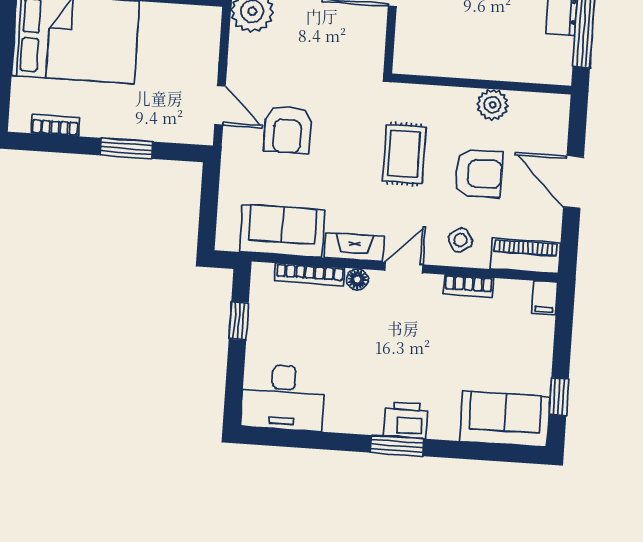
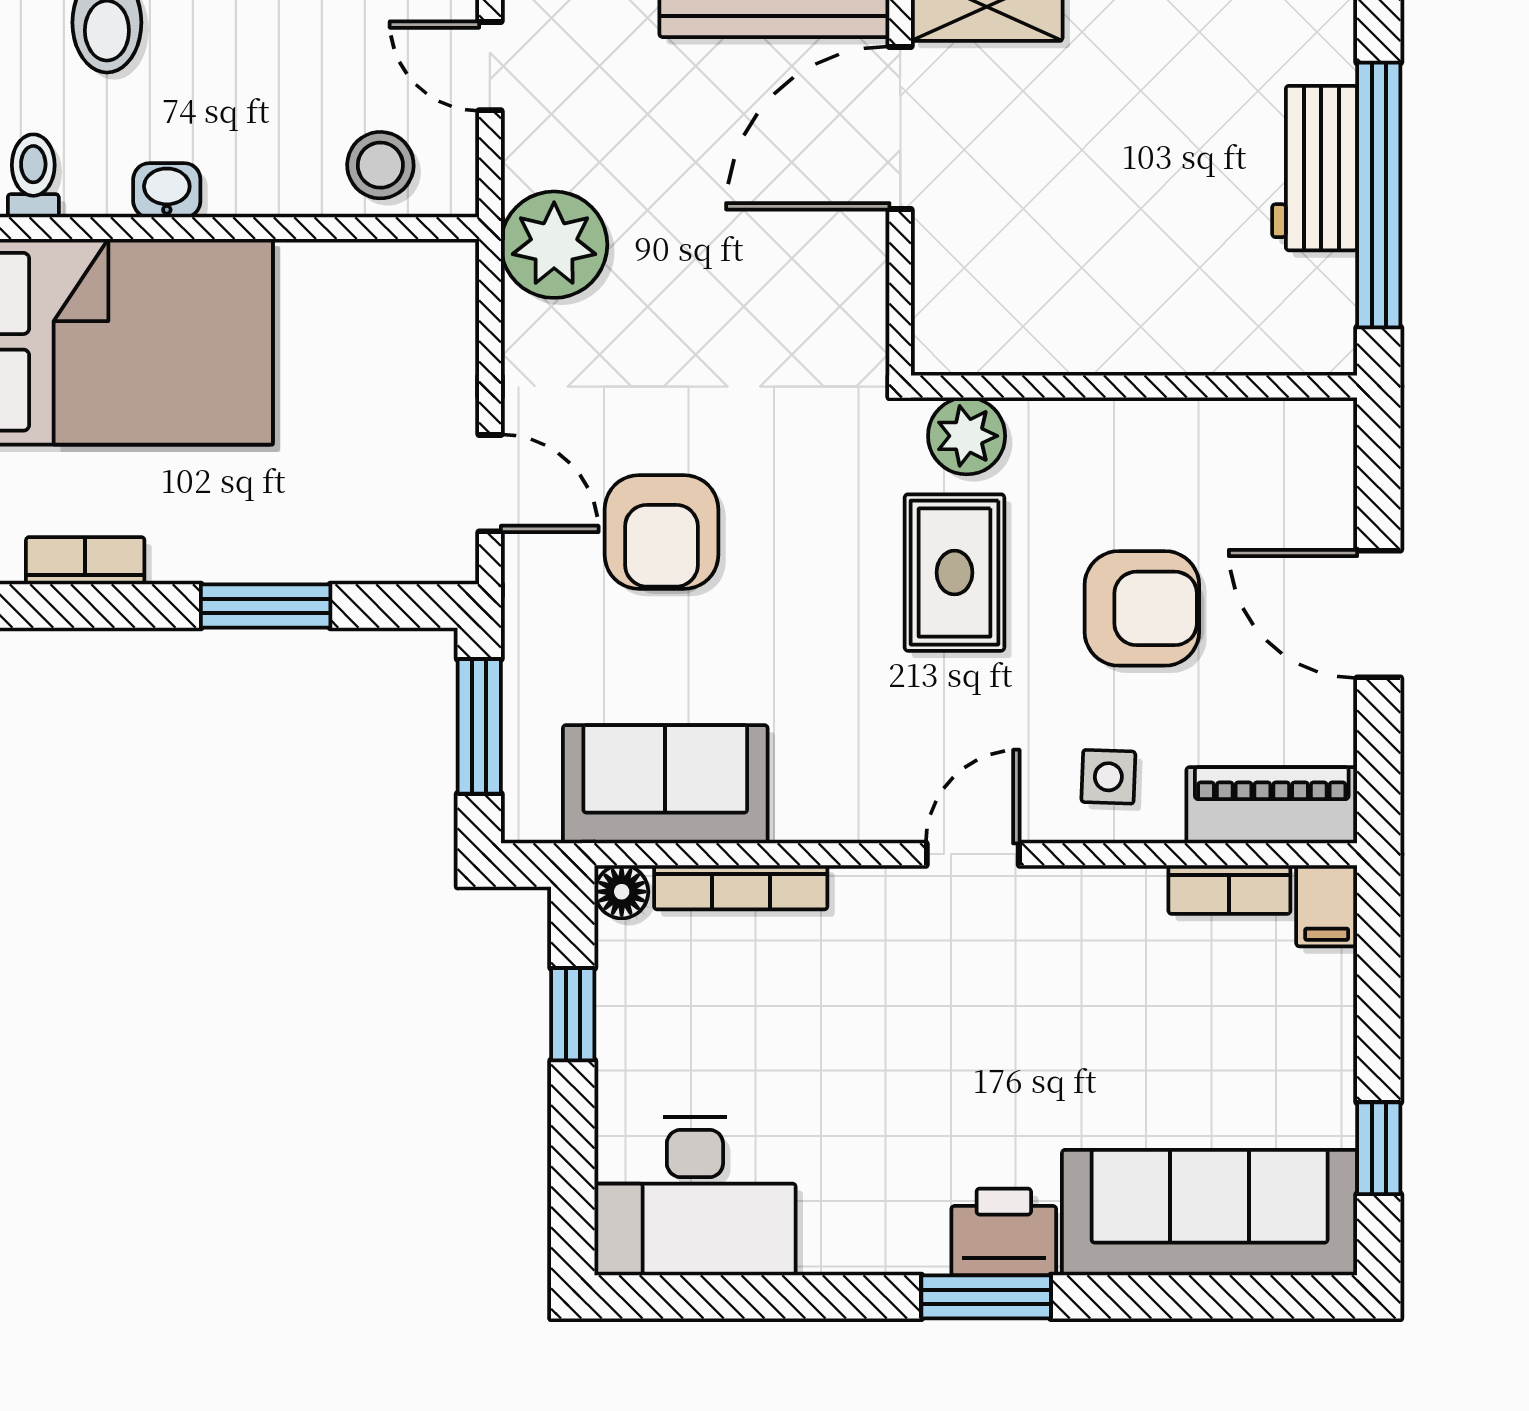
plant: (493, 105) -> (967, 436), moved
window: (209, 203) -> (479, 726), added
side table: (460, 240) -> (1108, 777), turned 32
fireplace: (354, 247) -> (847, 812), removed
floor lamp: (357, 279) -> (622, 892), moved
bookcase: (468, 286) -> (1229, 889), moved
sofa: (505, 419) -> (1210, 1213), width x1.36

